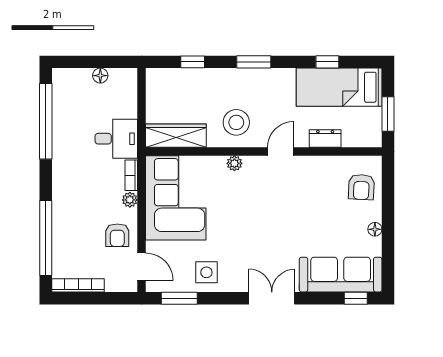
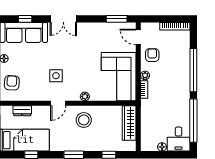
wardrobe: (176, 136) -> (129, 123), moved, turned 90
desk: (116, 139) -> (179, 139), moved, turned -90
dresser: (325, 139) -> (22, 111), moved
window: (46, 238) -> (193, 70), moved
side table: (206, 272) -> (56, 76), moved
window: (356, 298) -> (25, 19), moved

